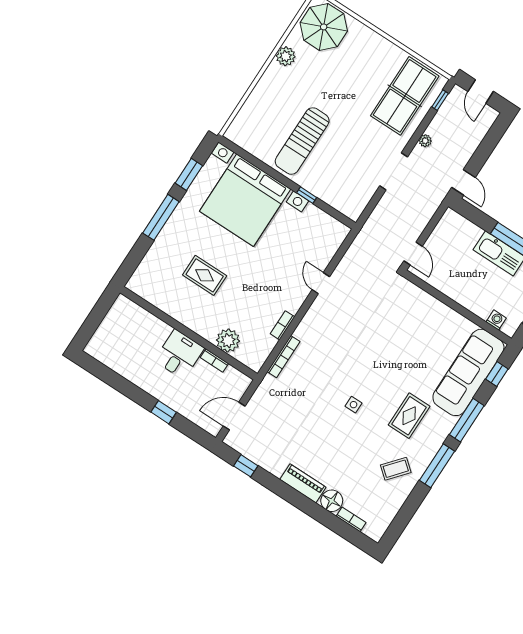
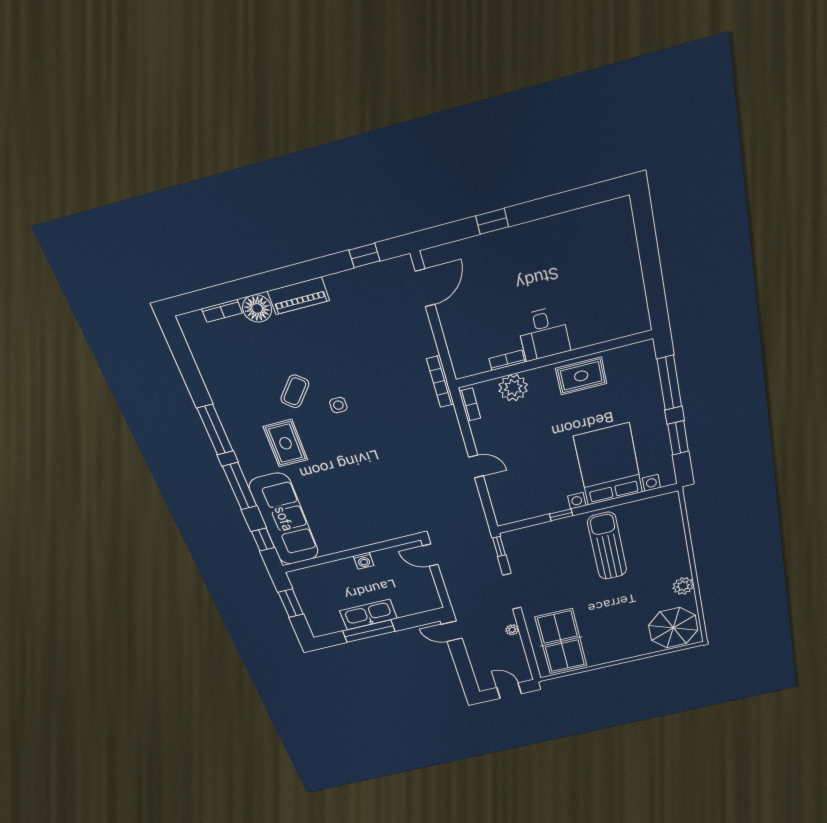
window: (440, 100) -> (499, 546), moved
bed with nightstands: (245, 200) -> (608, 465), width x0.73
washing machine: (496, 320) -> (364, 561), moved
wall: (189, 333) -> (554, 359), moved
plant: (228, 341) -> (513, 388), moved
desk: (179, 354) -> (544, 334), moved
bookcase: (214, 360) -> (507, 360), moved
coffee table: (396, 469) -> (295, 391), moved

